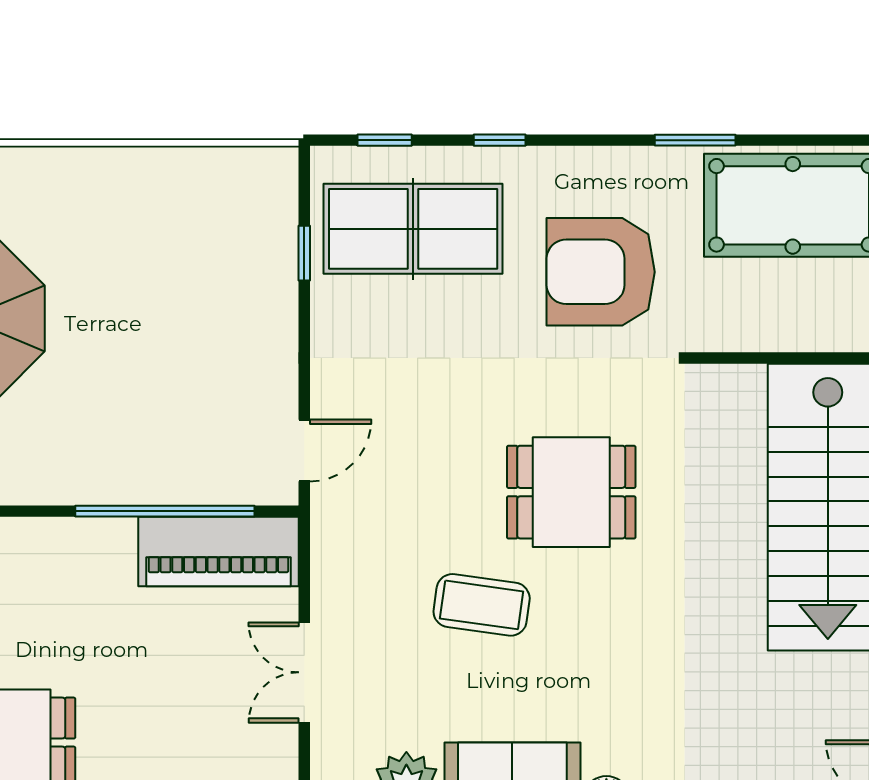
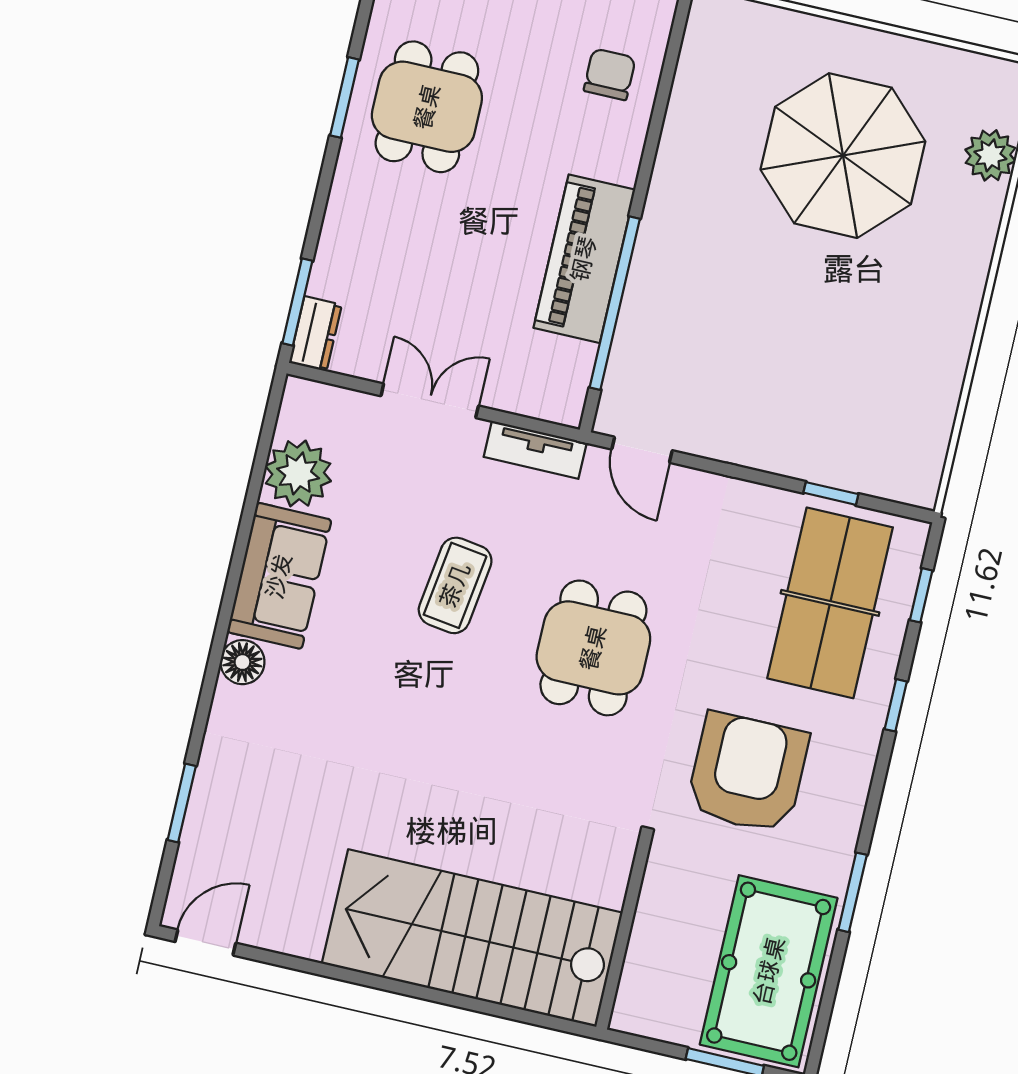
dining table: (571, 492) -> (593, 648), moved
piano: (218, 552) -> (584, 259), moved
tv unit: (329, 557) -> (535, 450), added

